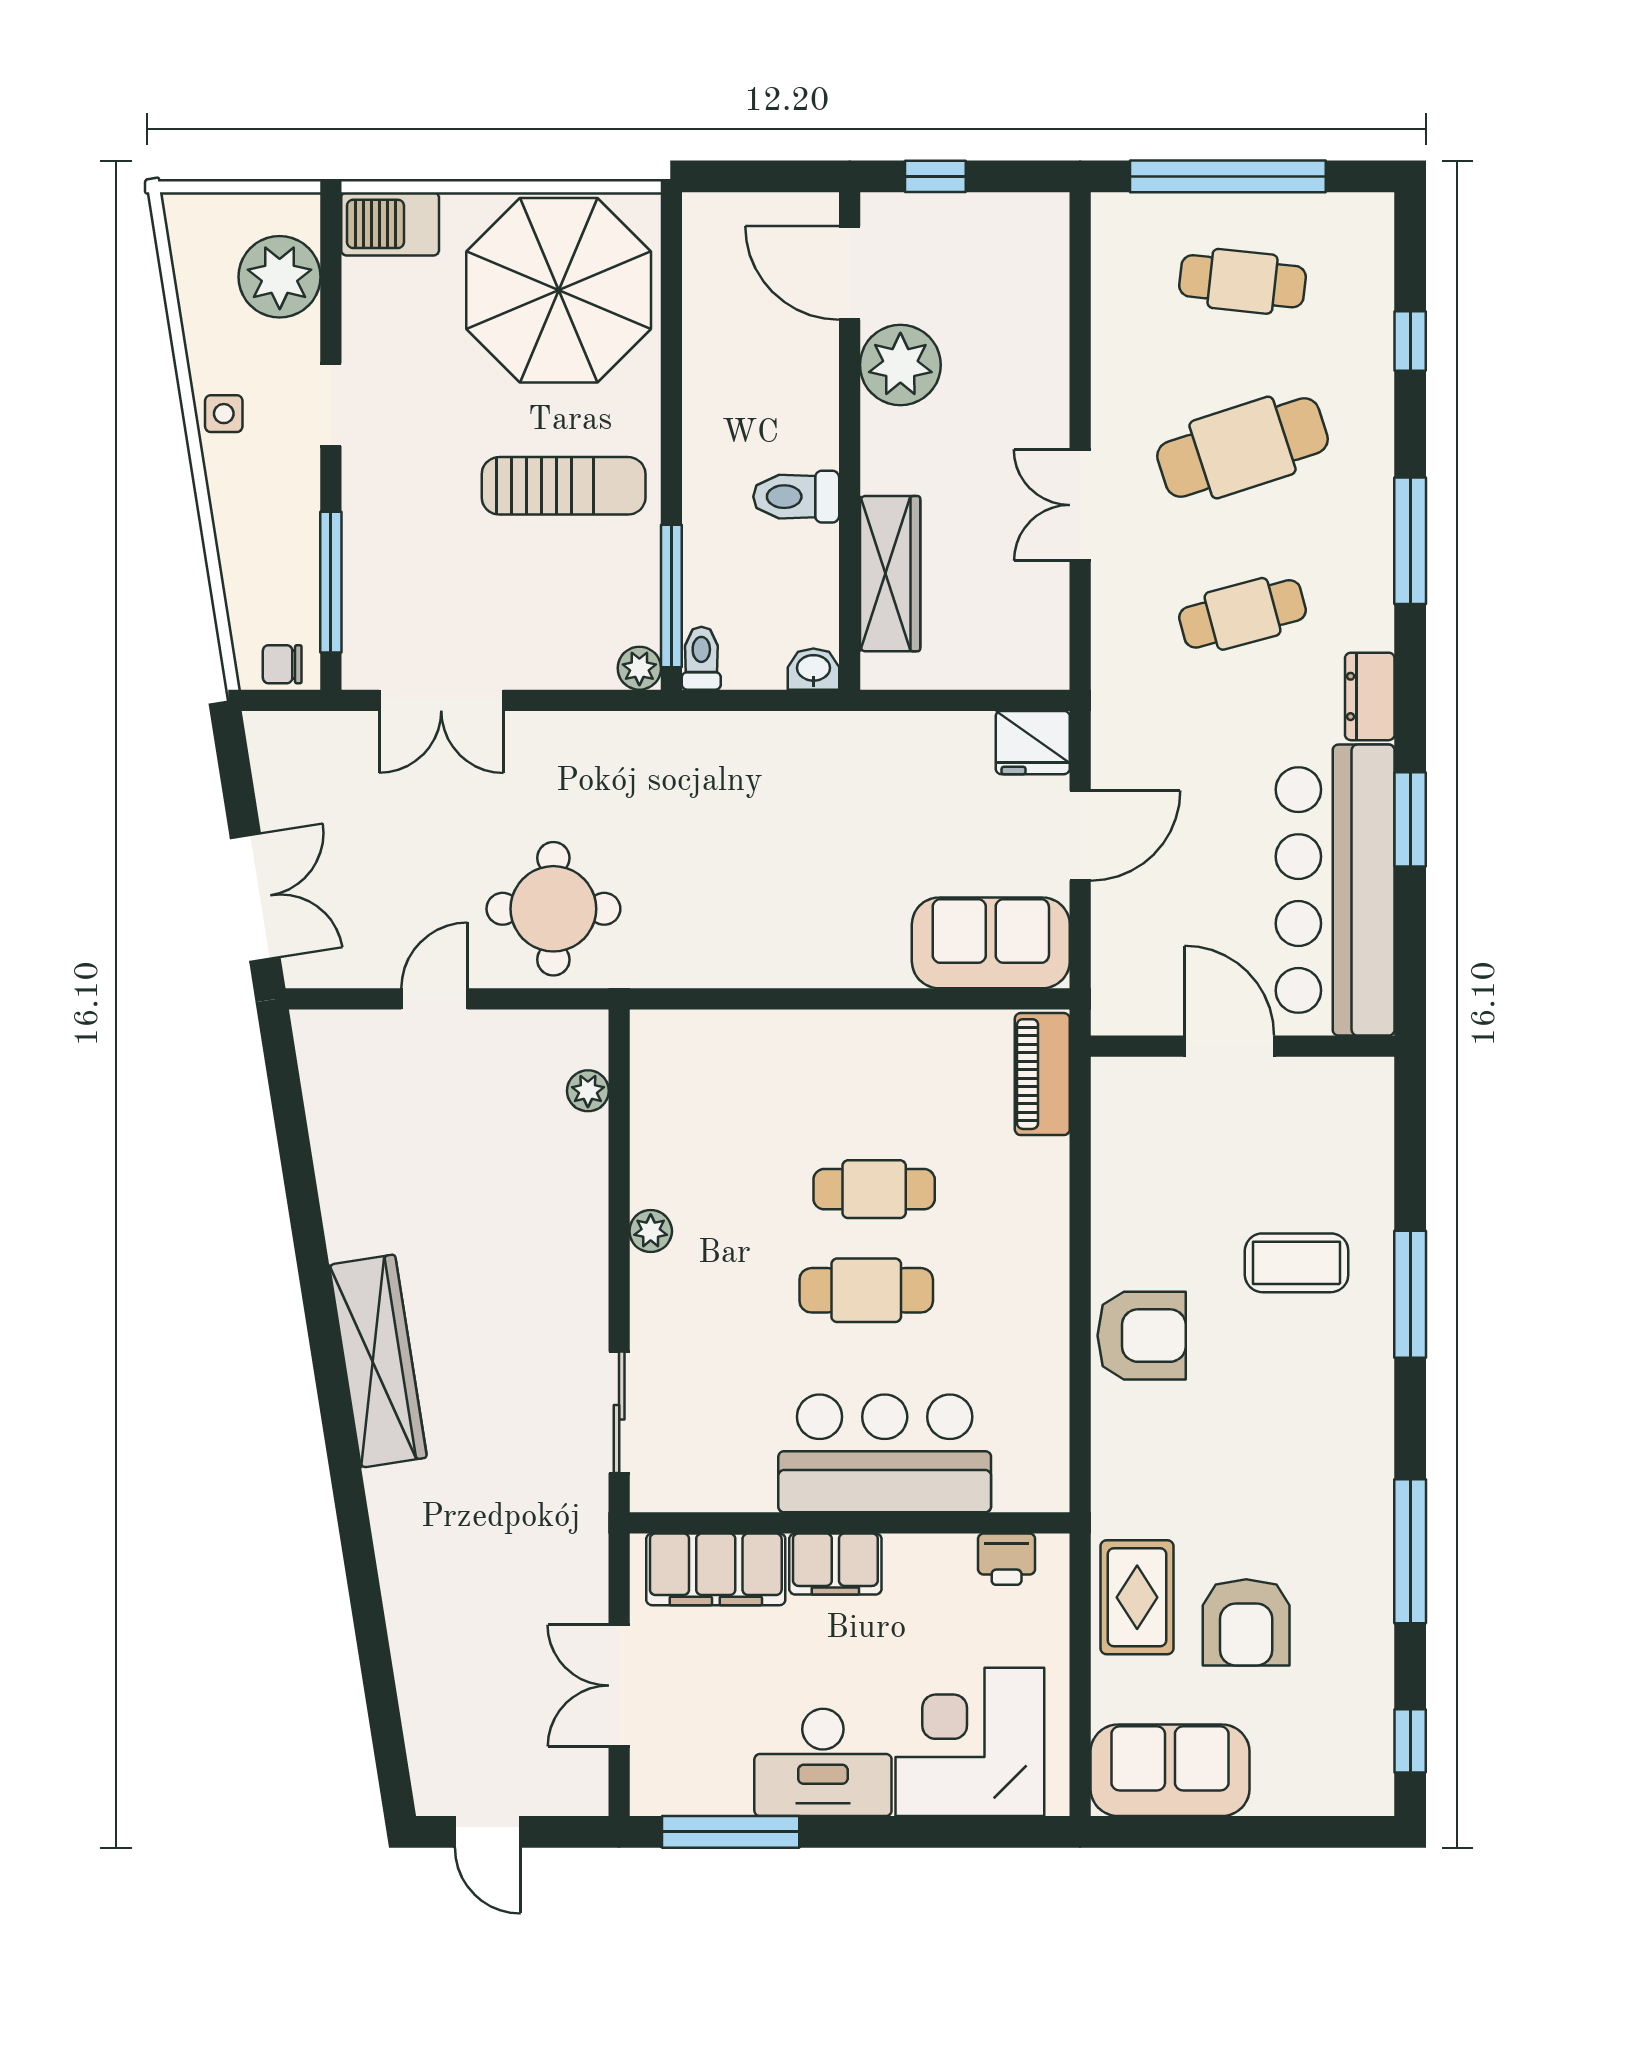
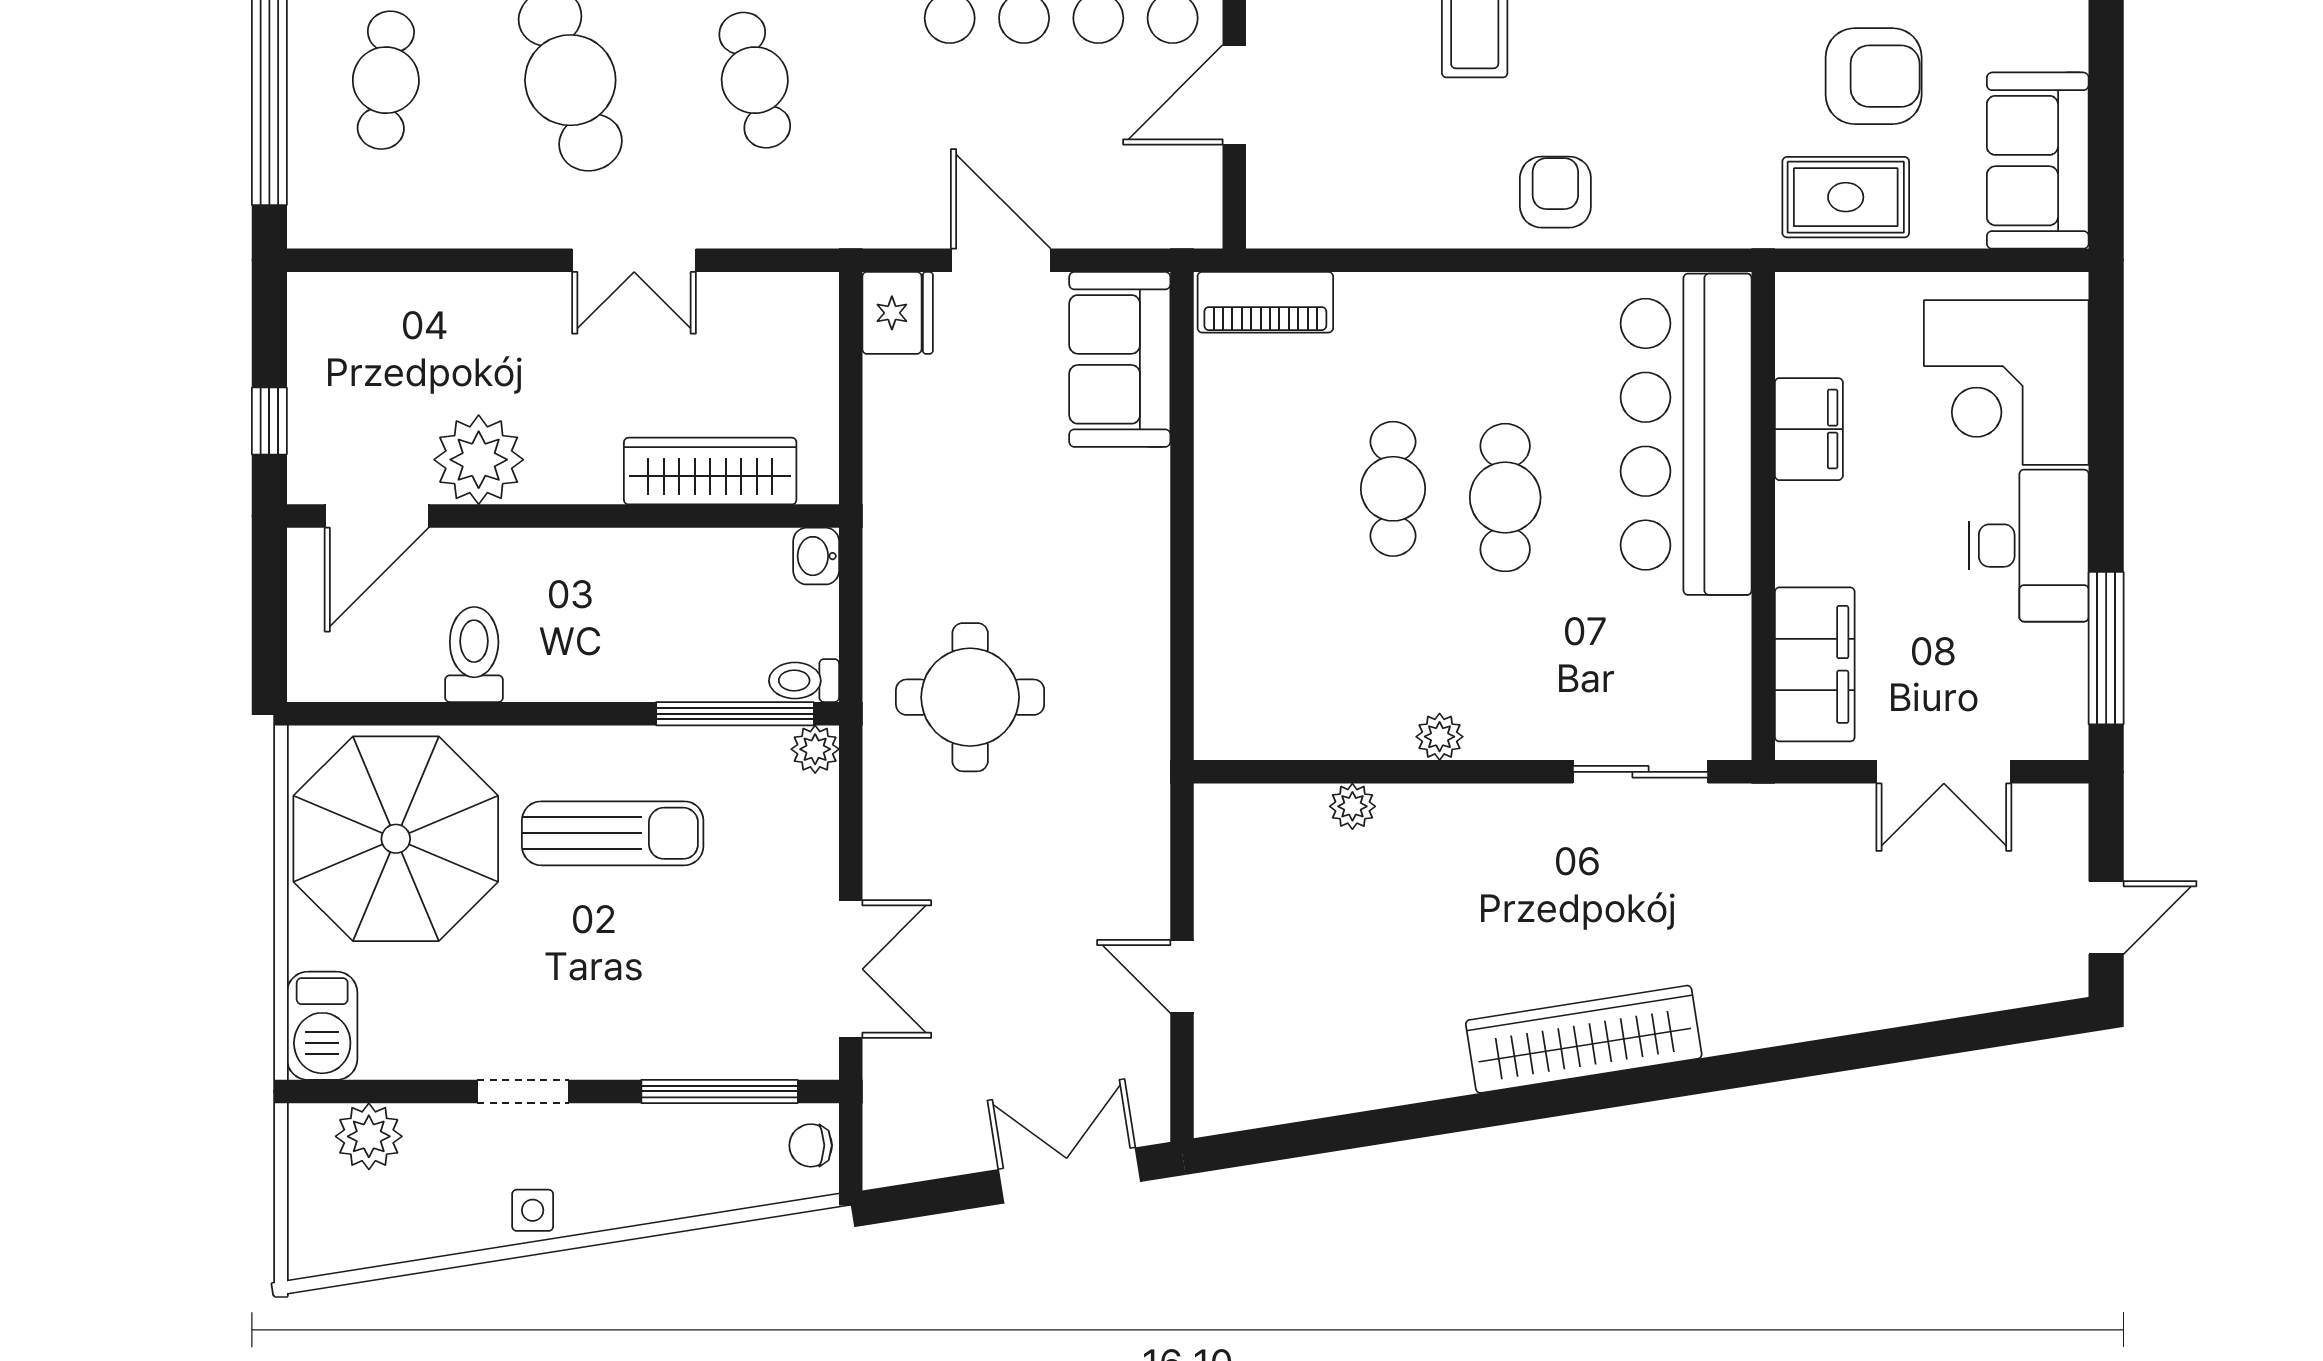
plant: (280, 277) -> (369, 1136), width x0.73, depth x0.73
sun lounger: (564, 486) -> (613, 833), turned 90
toilet: (796, 497) -> (474, 654), moved, turned 180
chair: (282, 664) -> (811, 1145), turned 90
round table: (553, 909) -> (970, 697), moved
plant: (588, 1091) -> (1352, 806), moved
armchair: (1142, 1336) -> (1555, 192), width x0.72, depth x0.72
bar counter: (885, 1453) -> (1686, 434), width x1.36
printer: (1007, 1559) -> (1803, 342), removed
filing cabinet: (835, 1564) -> (1809, 429), moved

